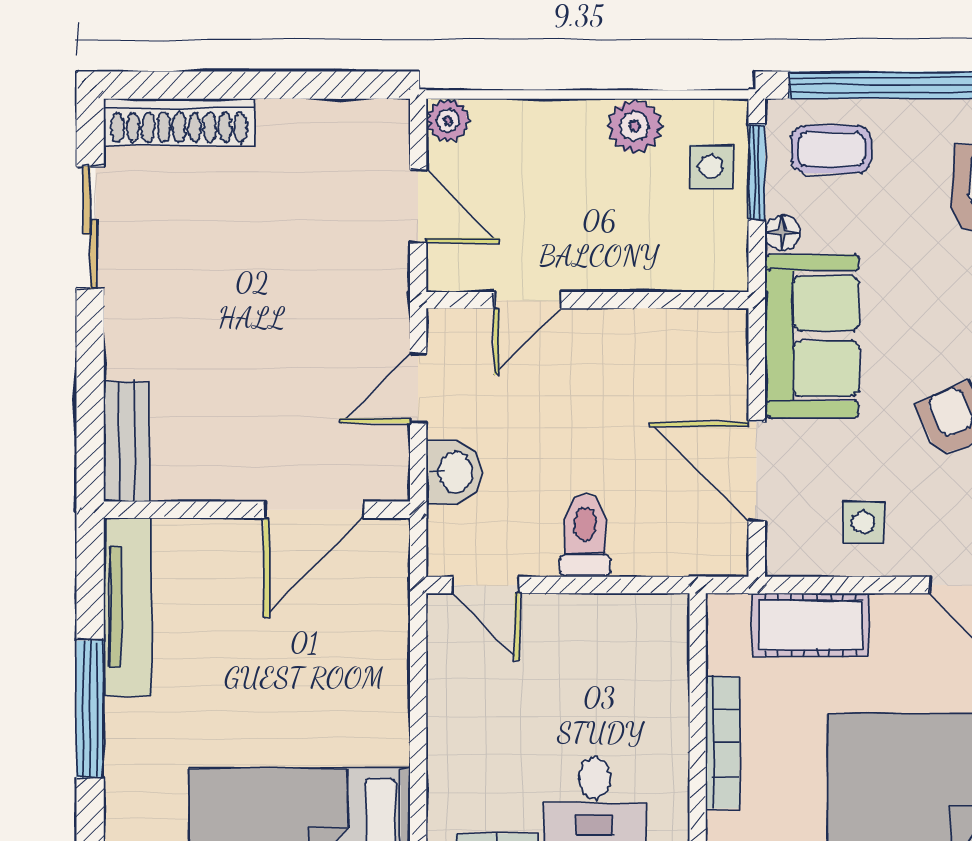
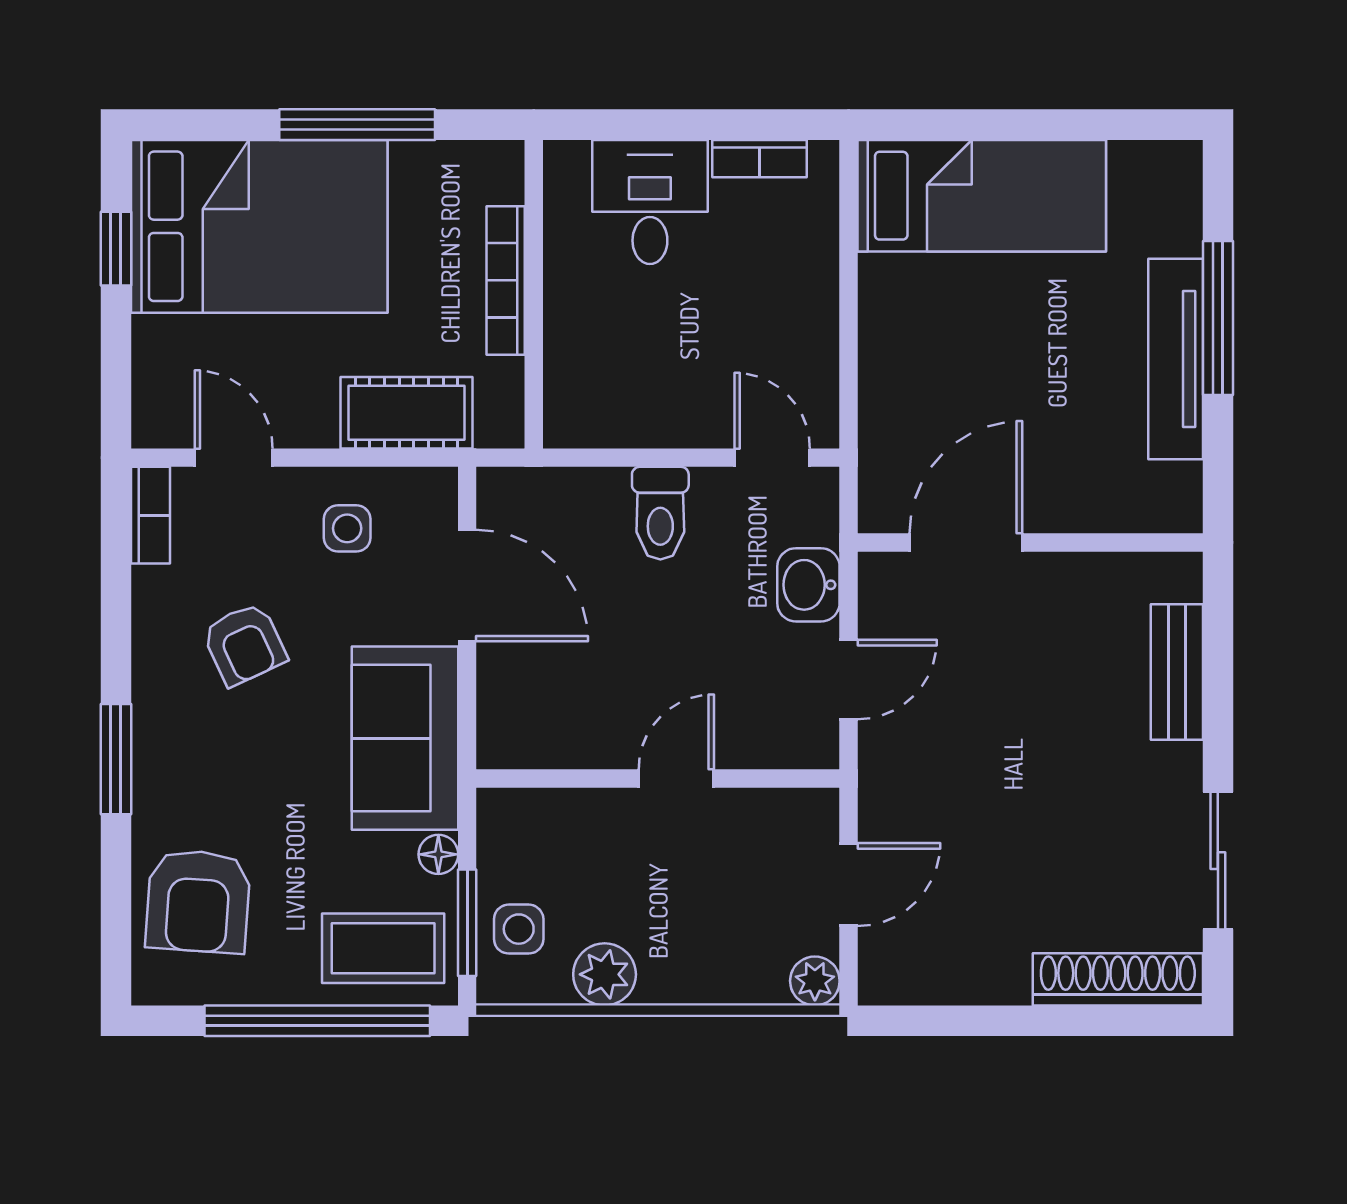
coffee table: (831, 149) -> (383, 948), width x1.36, depth x1.30
door: (418, 206) -> (849, 884), swing flipped
door: (528, 300) -> (676, 779), moved
bench: (127, 441) -> (1177, 672), moved
tv unit: (128, 607) -> (1176, 359), moved

